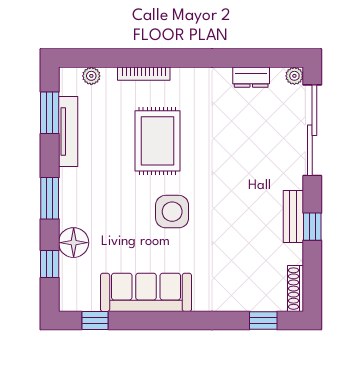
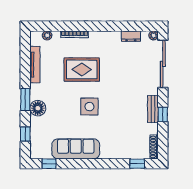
window: (50, 113) -> (25, 55), removed
rug: (157, 141) -> (82, 69), turned 90
floor lamp: (74, 243) -> (38, 108), moved

